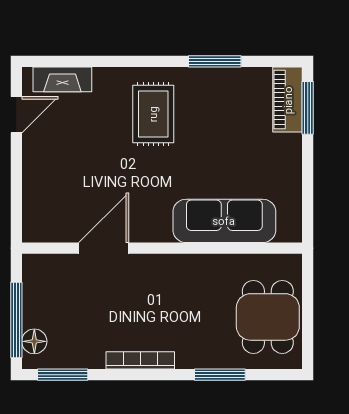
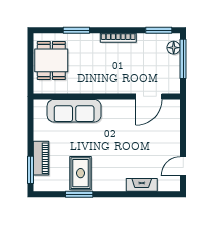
fireplace: (62, 79) -> (142, 185), moved
piano: (288, 100) -> (41, 158), moved
rug: (153, 114) -> (81, 173), moved
door: (104, 248) -> (149, 96), moved

